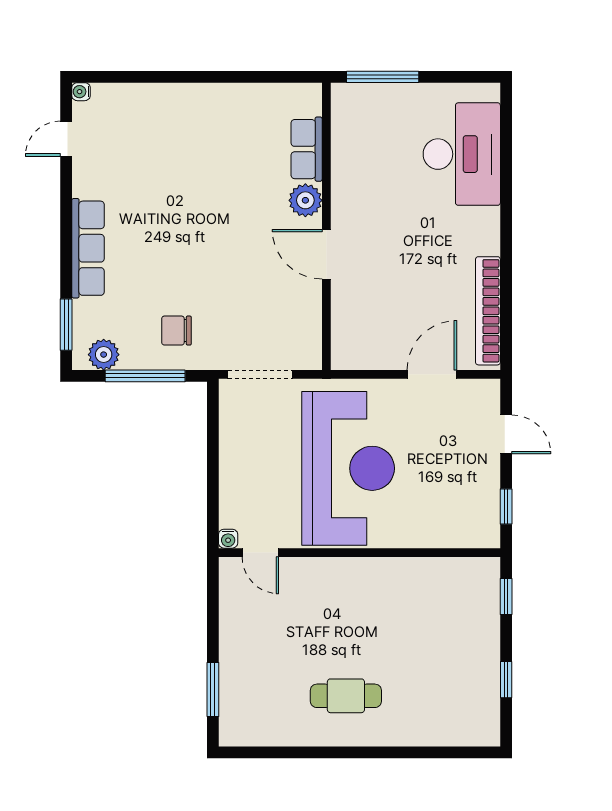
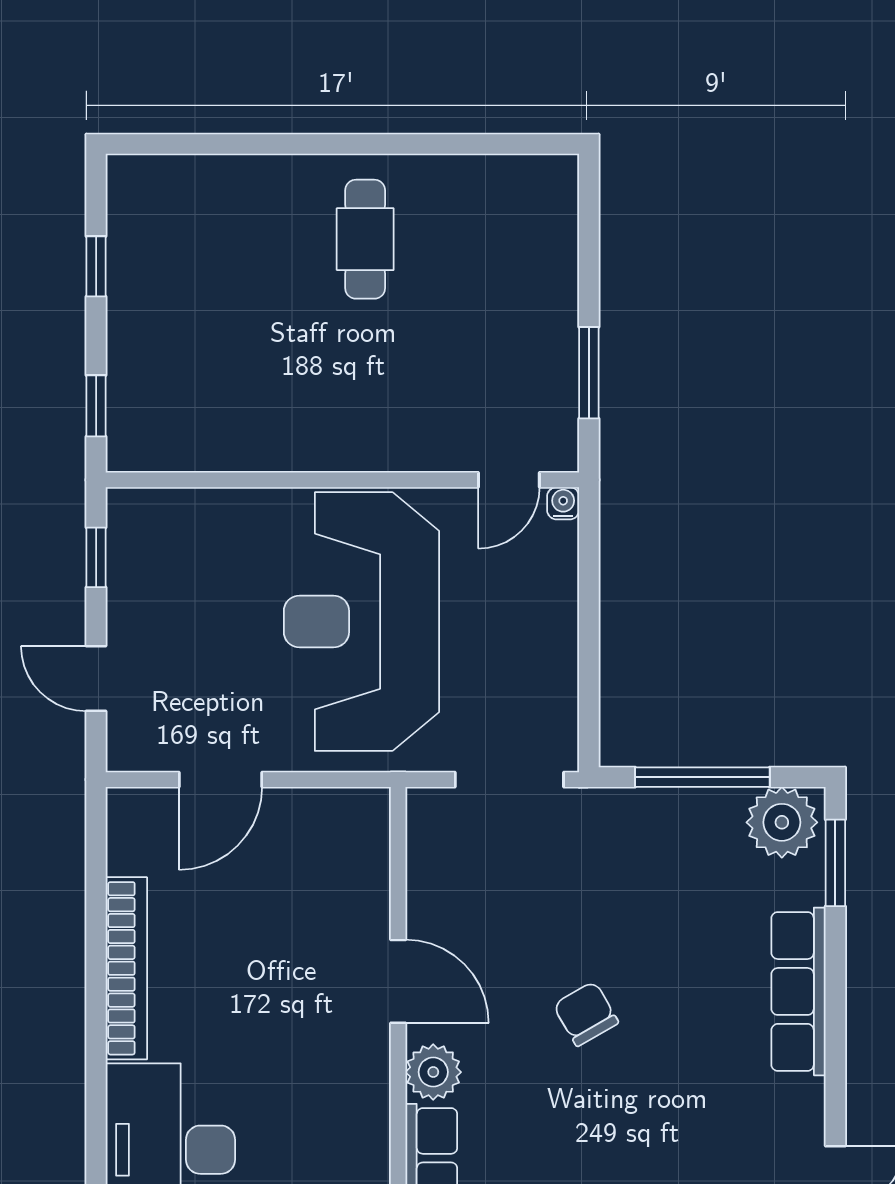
bookcase: (488, 311) -> (126, 968), moved
chair: (176, 331) -> (586, 1014), moved, turned -120
plant: (104, 355) -> (782, 822), width x1.36, depth x1.36
door: (260, 553) -> (509, 480), swing flipped
window: (213, 690) -> (589, 373), moved
cafe table: (346, 696) -> (365, 239), turned 90

